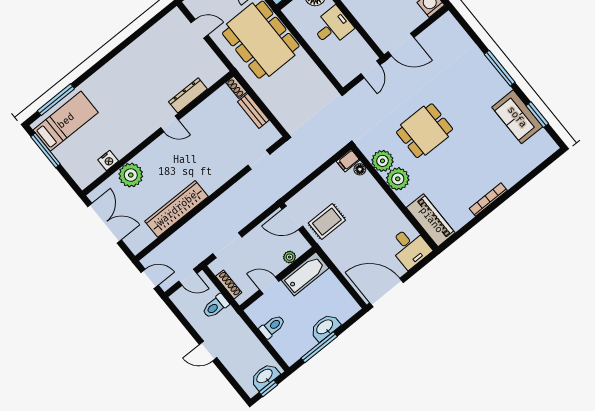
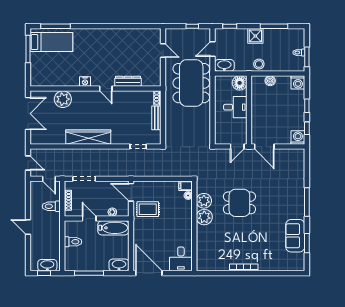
nightstand: (108, 160) -> (85, 82), moved
wardrobe: (177, 209) -> (88, 137), moved
piano: (431, 220) -> (204, 254), removed
washbasin: (325, 327) -> (119, 265), moved

